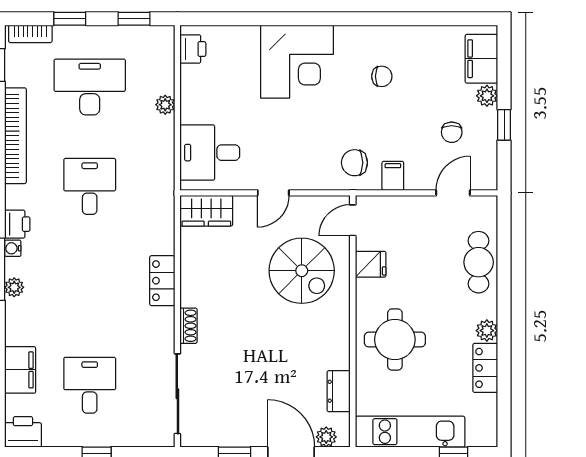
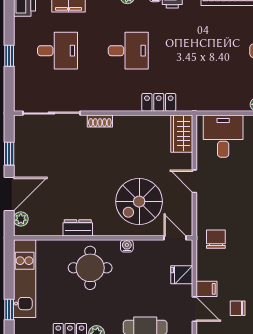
filing cabinet: (393, 176) -> (207, 289), moved
desk: (90, 186) -> (128, 51), moved
fridge: (371, 264) -> (182, 275), moved, turned 90
locker: (162, 281) -> (159, 102), moved
water cooler: (364, 288) -> (127, 246), added
dresser: (339, 391) -> (78, 228), moved

